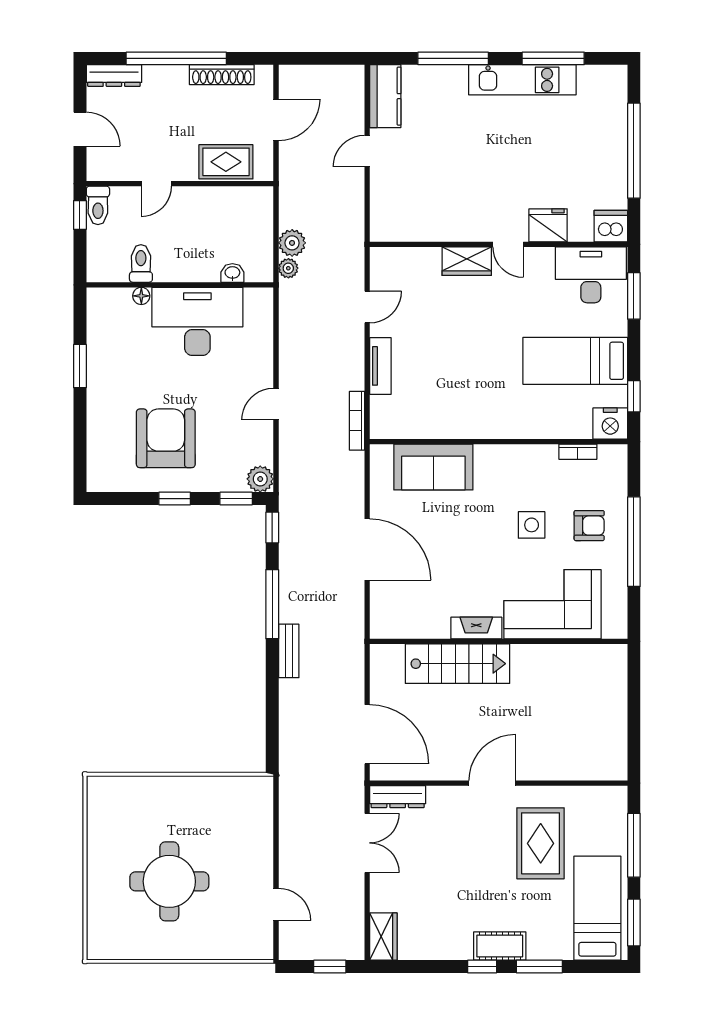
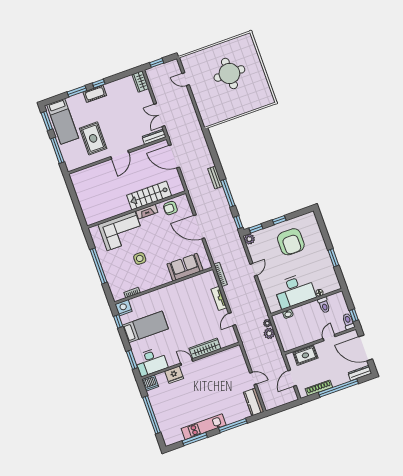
door: (80, 129) -> (366, 348), width x1.87
door: (367, 151) -> (253, 379), hinge flipped
wardrobe: (467, 261) -> (205, 348), width x1.50
armchair: (589, 526) -> (170, 208), moved

